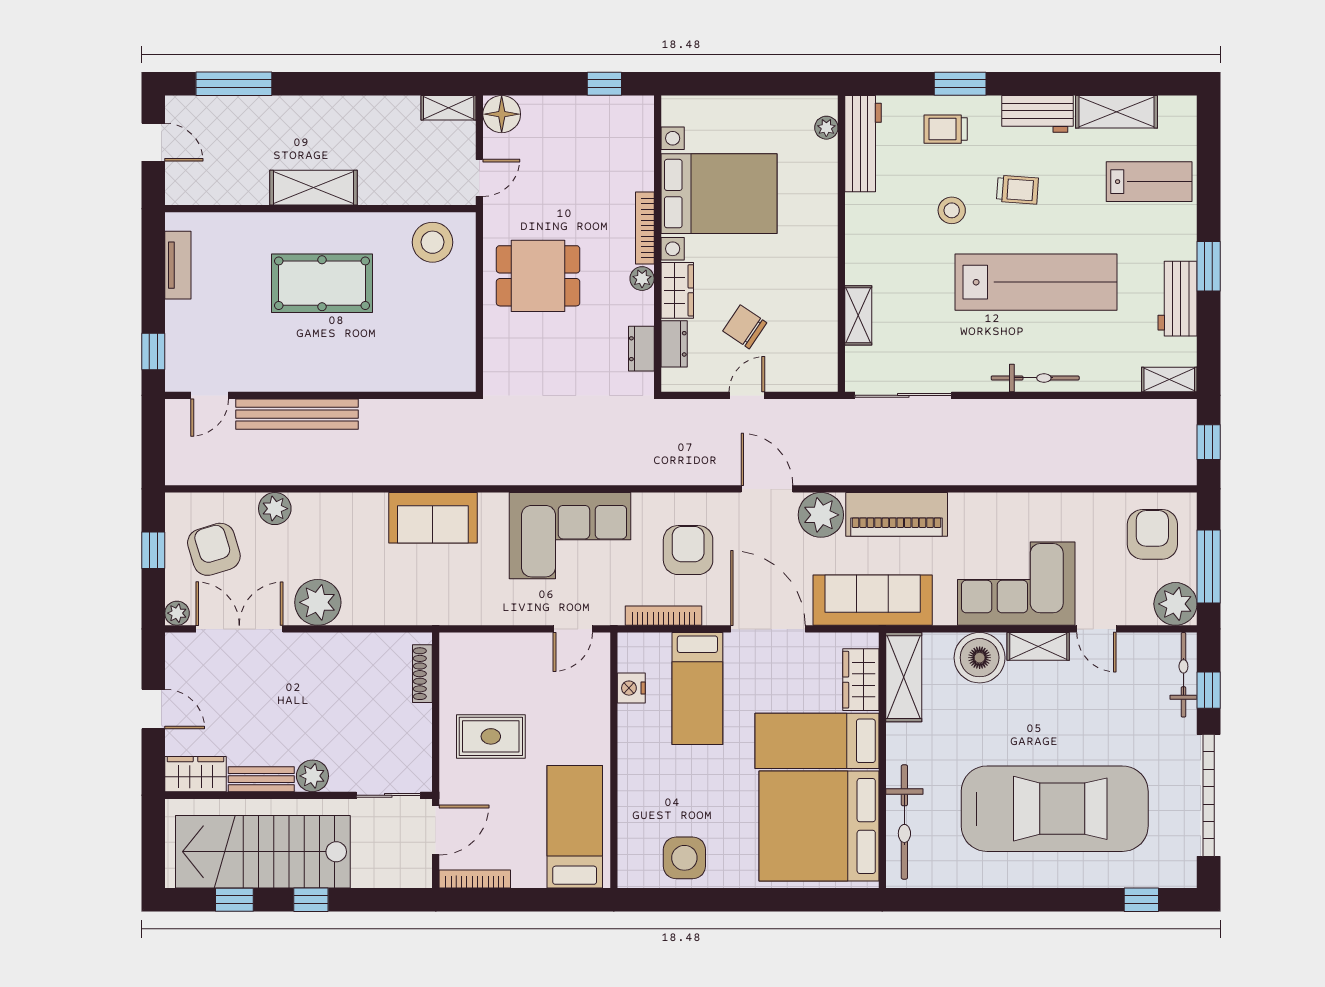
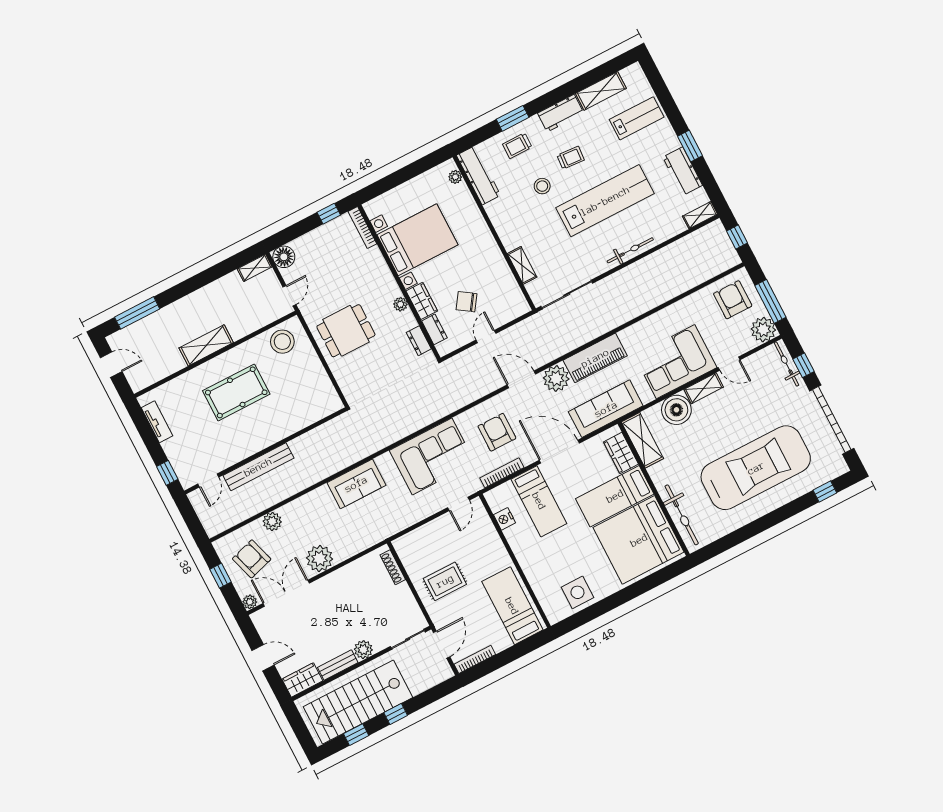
bookcase: (645, 228) -> (362, 228), moved

